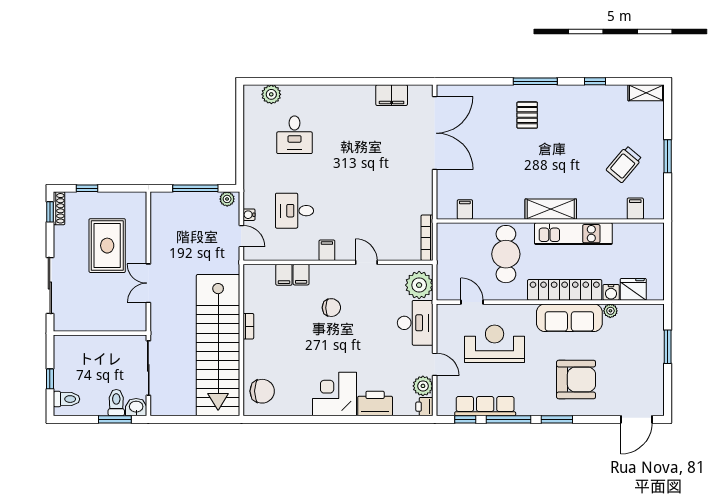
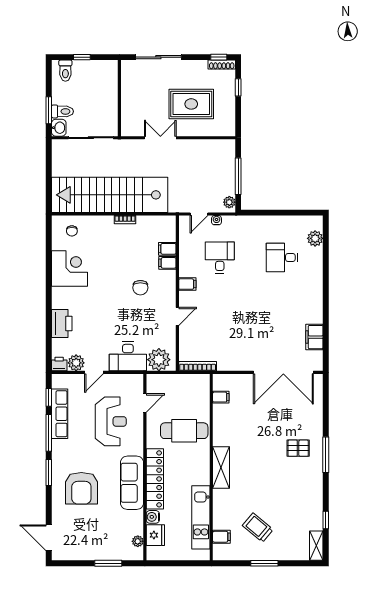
window: (595, 81) -> (326, 520), moved
kitchen unit: (573, 234) -> (201, 517), moved
plant: (610, 311) -> (138, 541), moved
chair: (262, 391) -> (72, 231), width x0.54, depth x0.54
corner desk: (335, 394) -> (69, 268), moved

